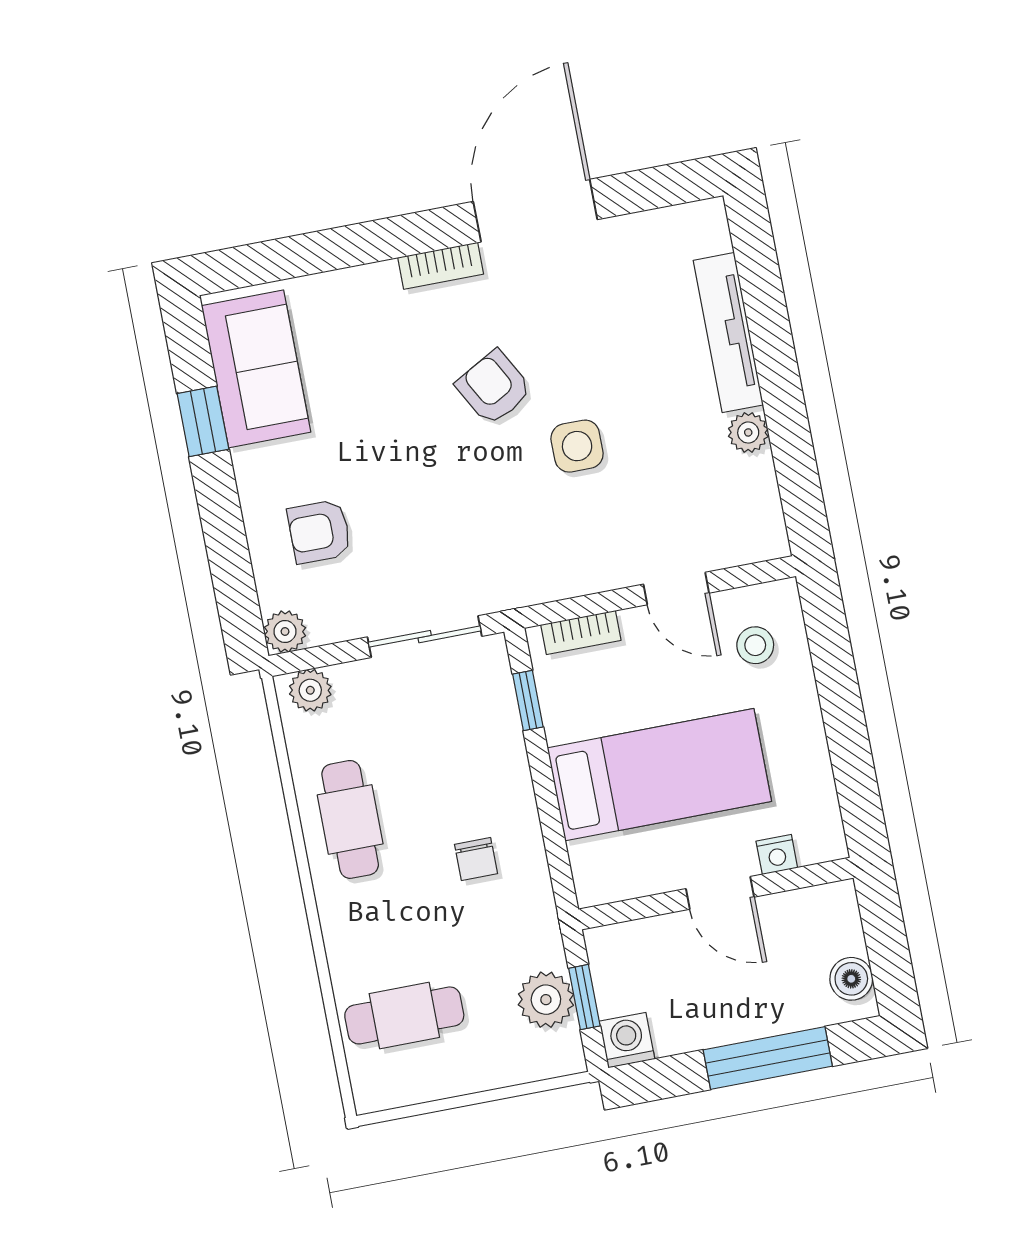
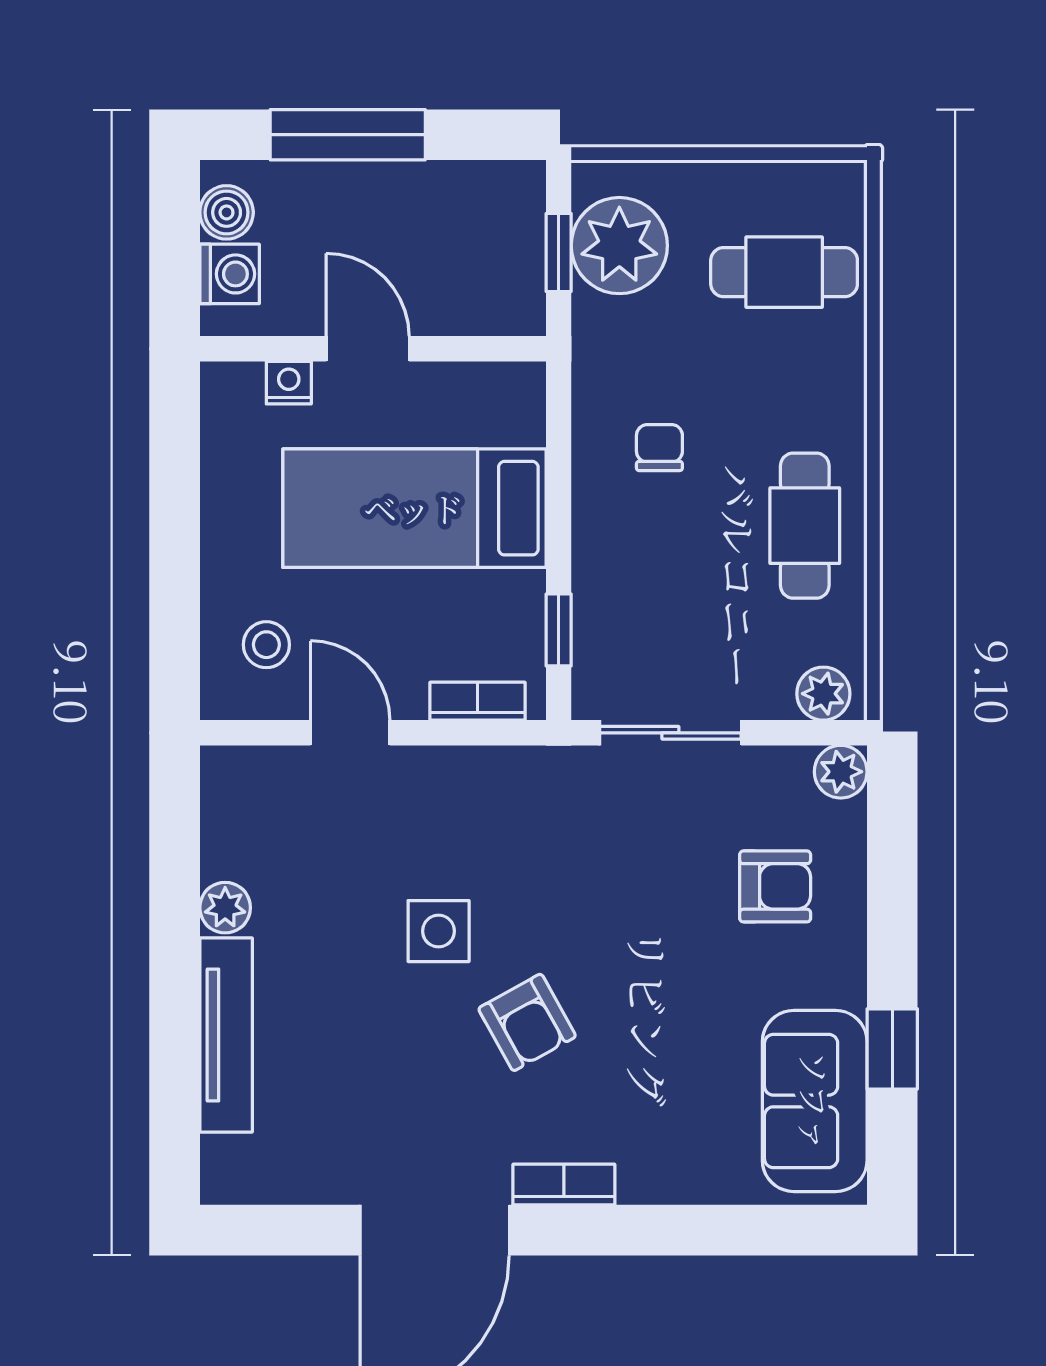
plant: (546, 1000) -> (619, 246), width x1.36, depth x1.36
washing machine: (627, 1040) -> (230, 274), moved, turned -90

